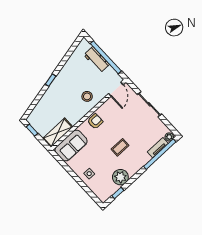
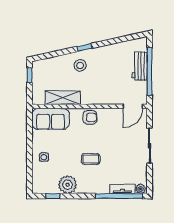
stool: (87, 96) -> (80, 65), moved
shelving: (58, 133) -> (63, 98), moved

